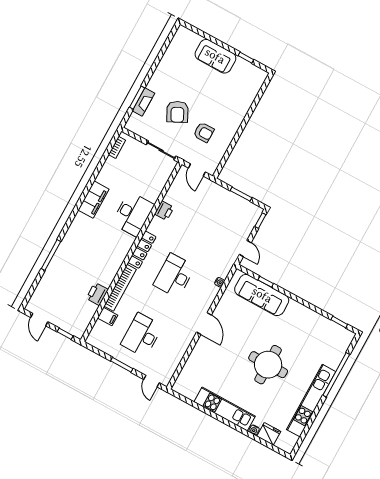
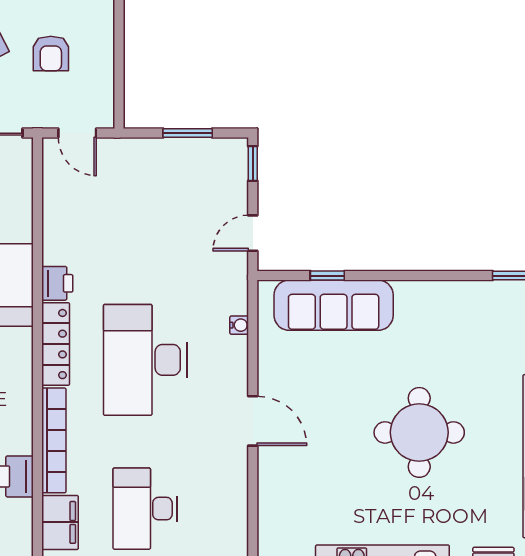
armchair: (204, 132) -> (51, 54), turned 90
printer: (164, 211) -> (57, 283), moved
door: (245, 248) -> (253, 233), swing flipped
desk: (174, 276) -> (145, 360), width x1.36, depth x1.30
filing cabinet: (108, 317) -> (60, 522), width x2.00

